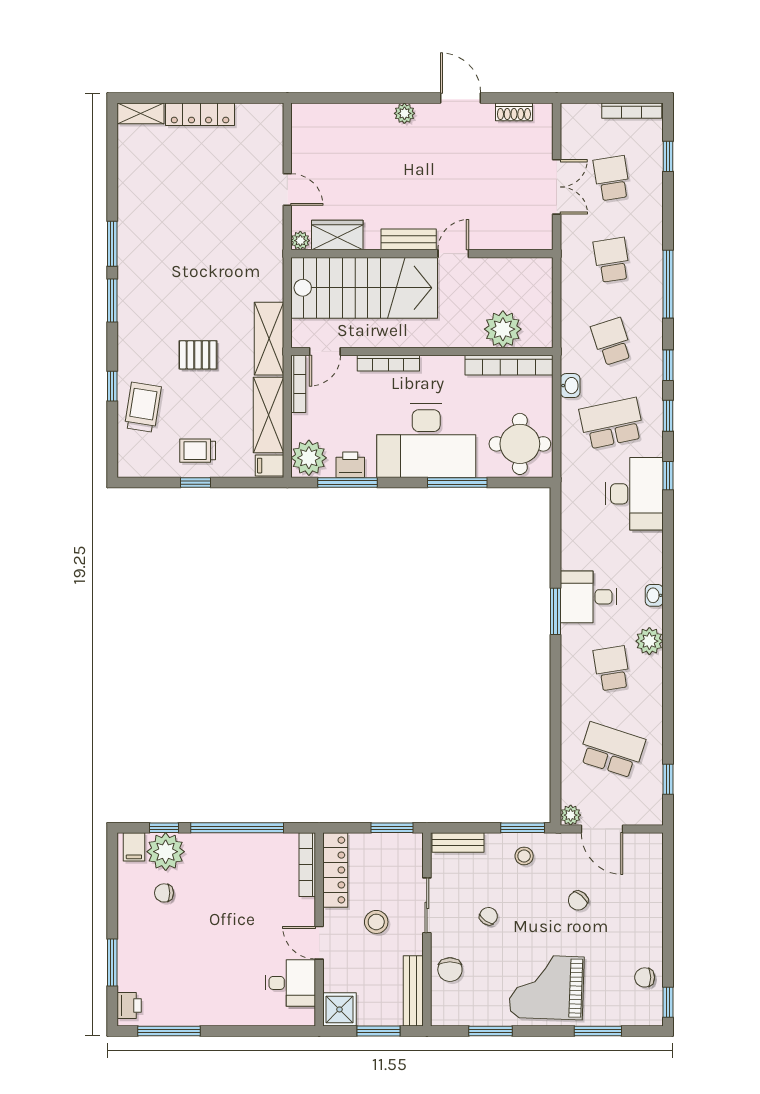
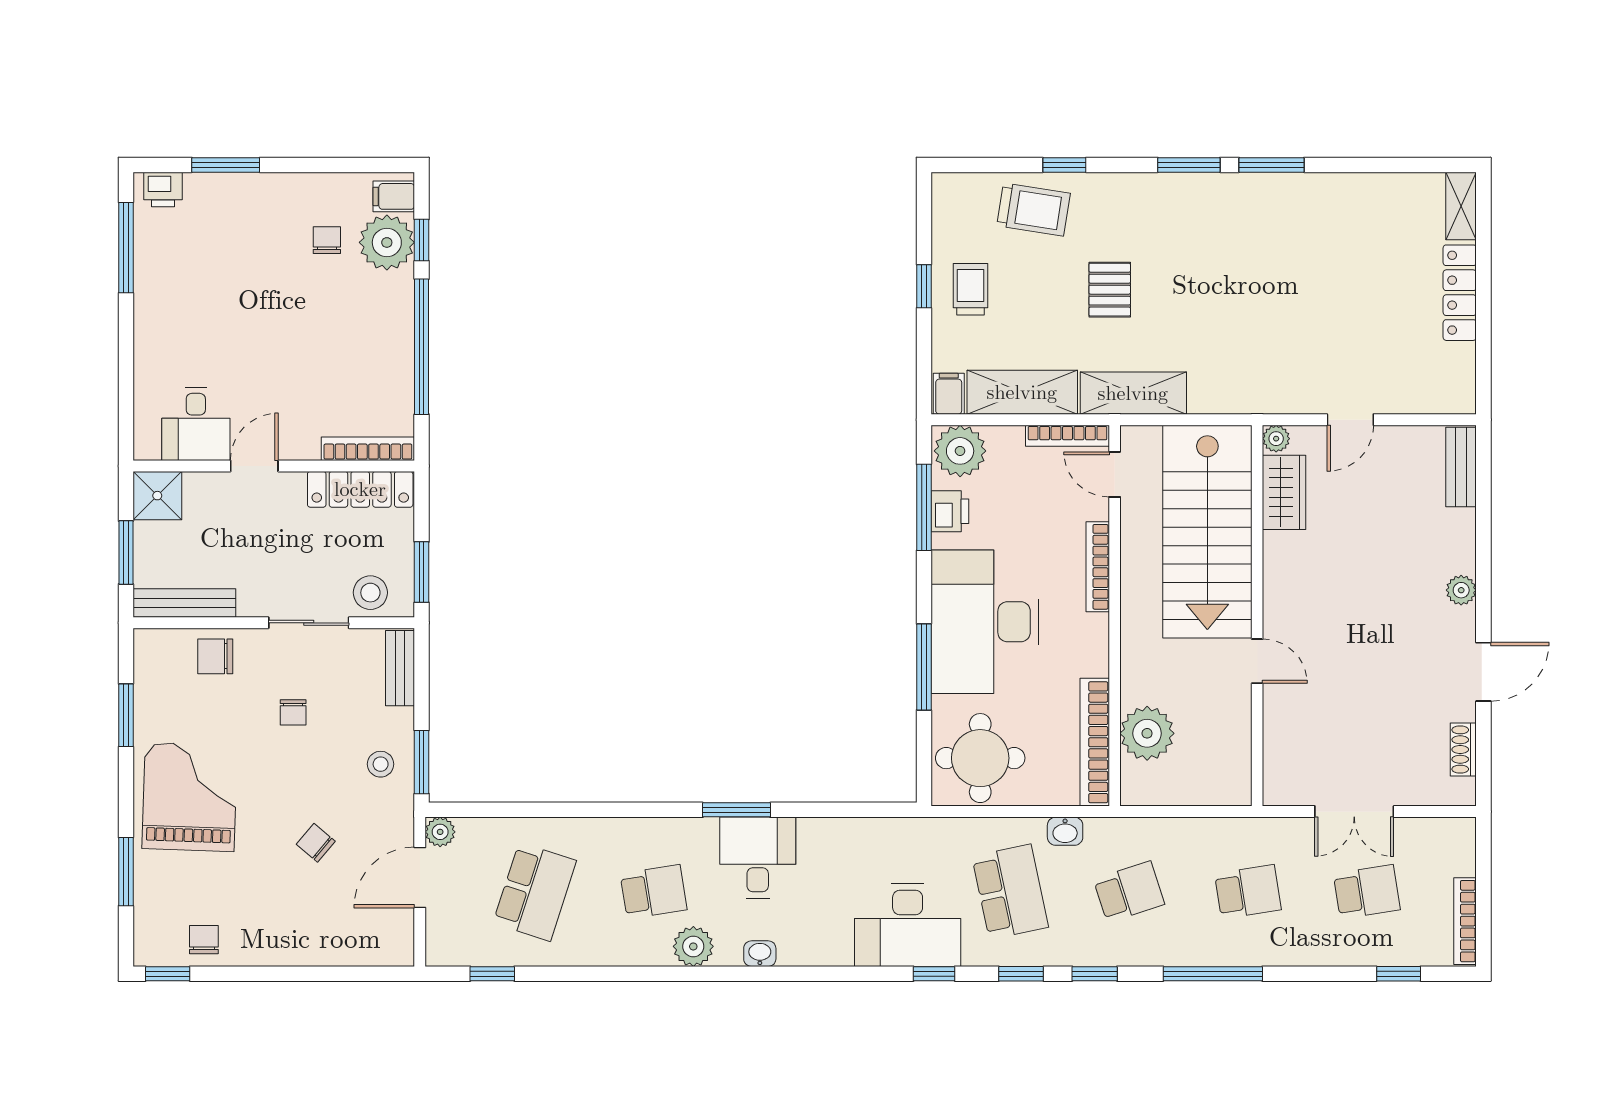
bench: (409, 239) -> (1461, 467), moved
chair: (488, 916) -> (293, 712), turned 55
stool: (376, 922) -> (370, 593), moved

